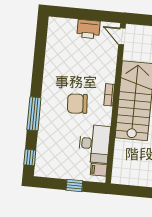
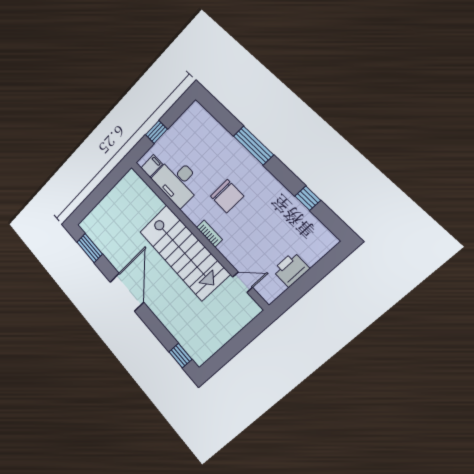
door: (122, 36) -> (243, 282), moved
chair: (77, 104) -> (227, 196), turned 94
window: (30, 157) -> (308, 198), moved

